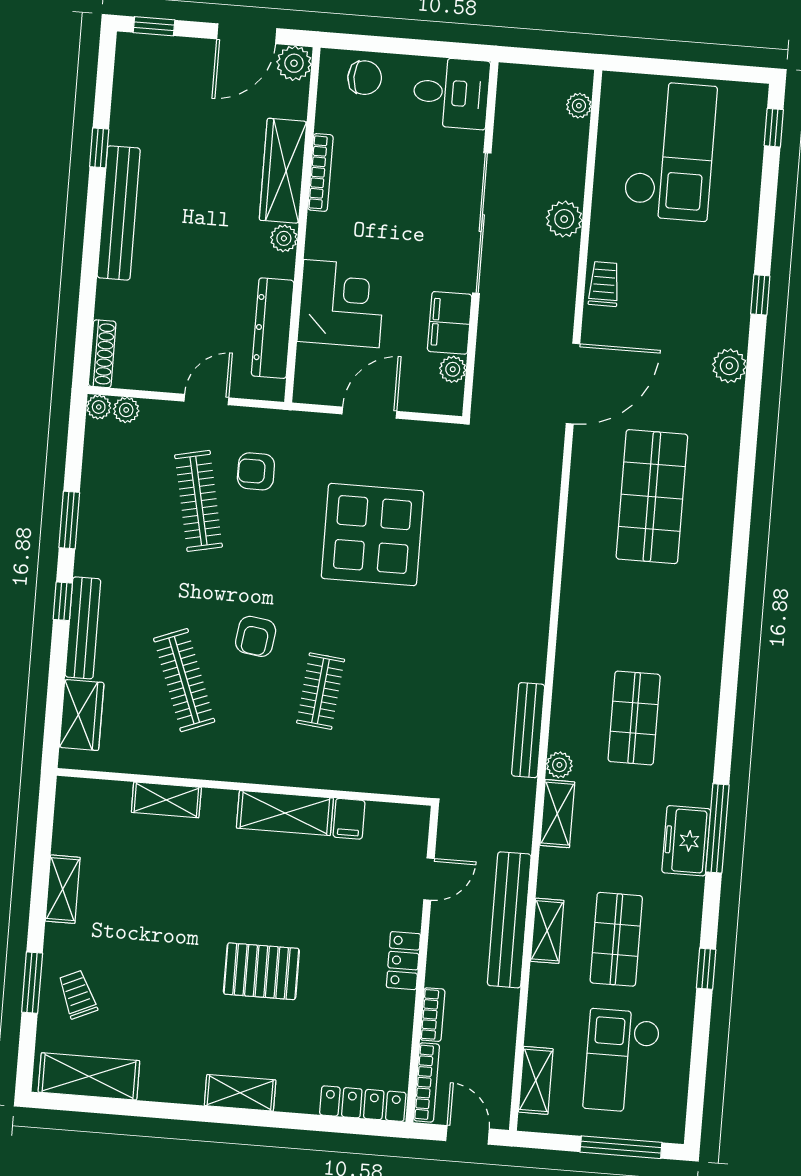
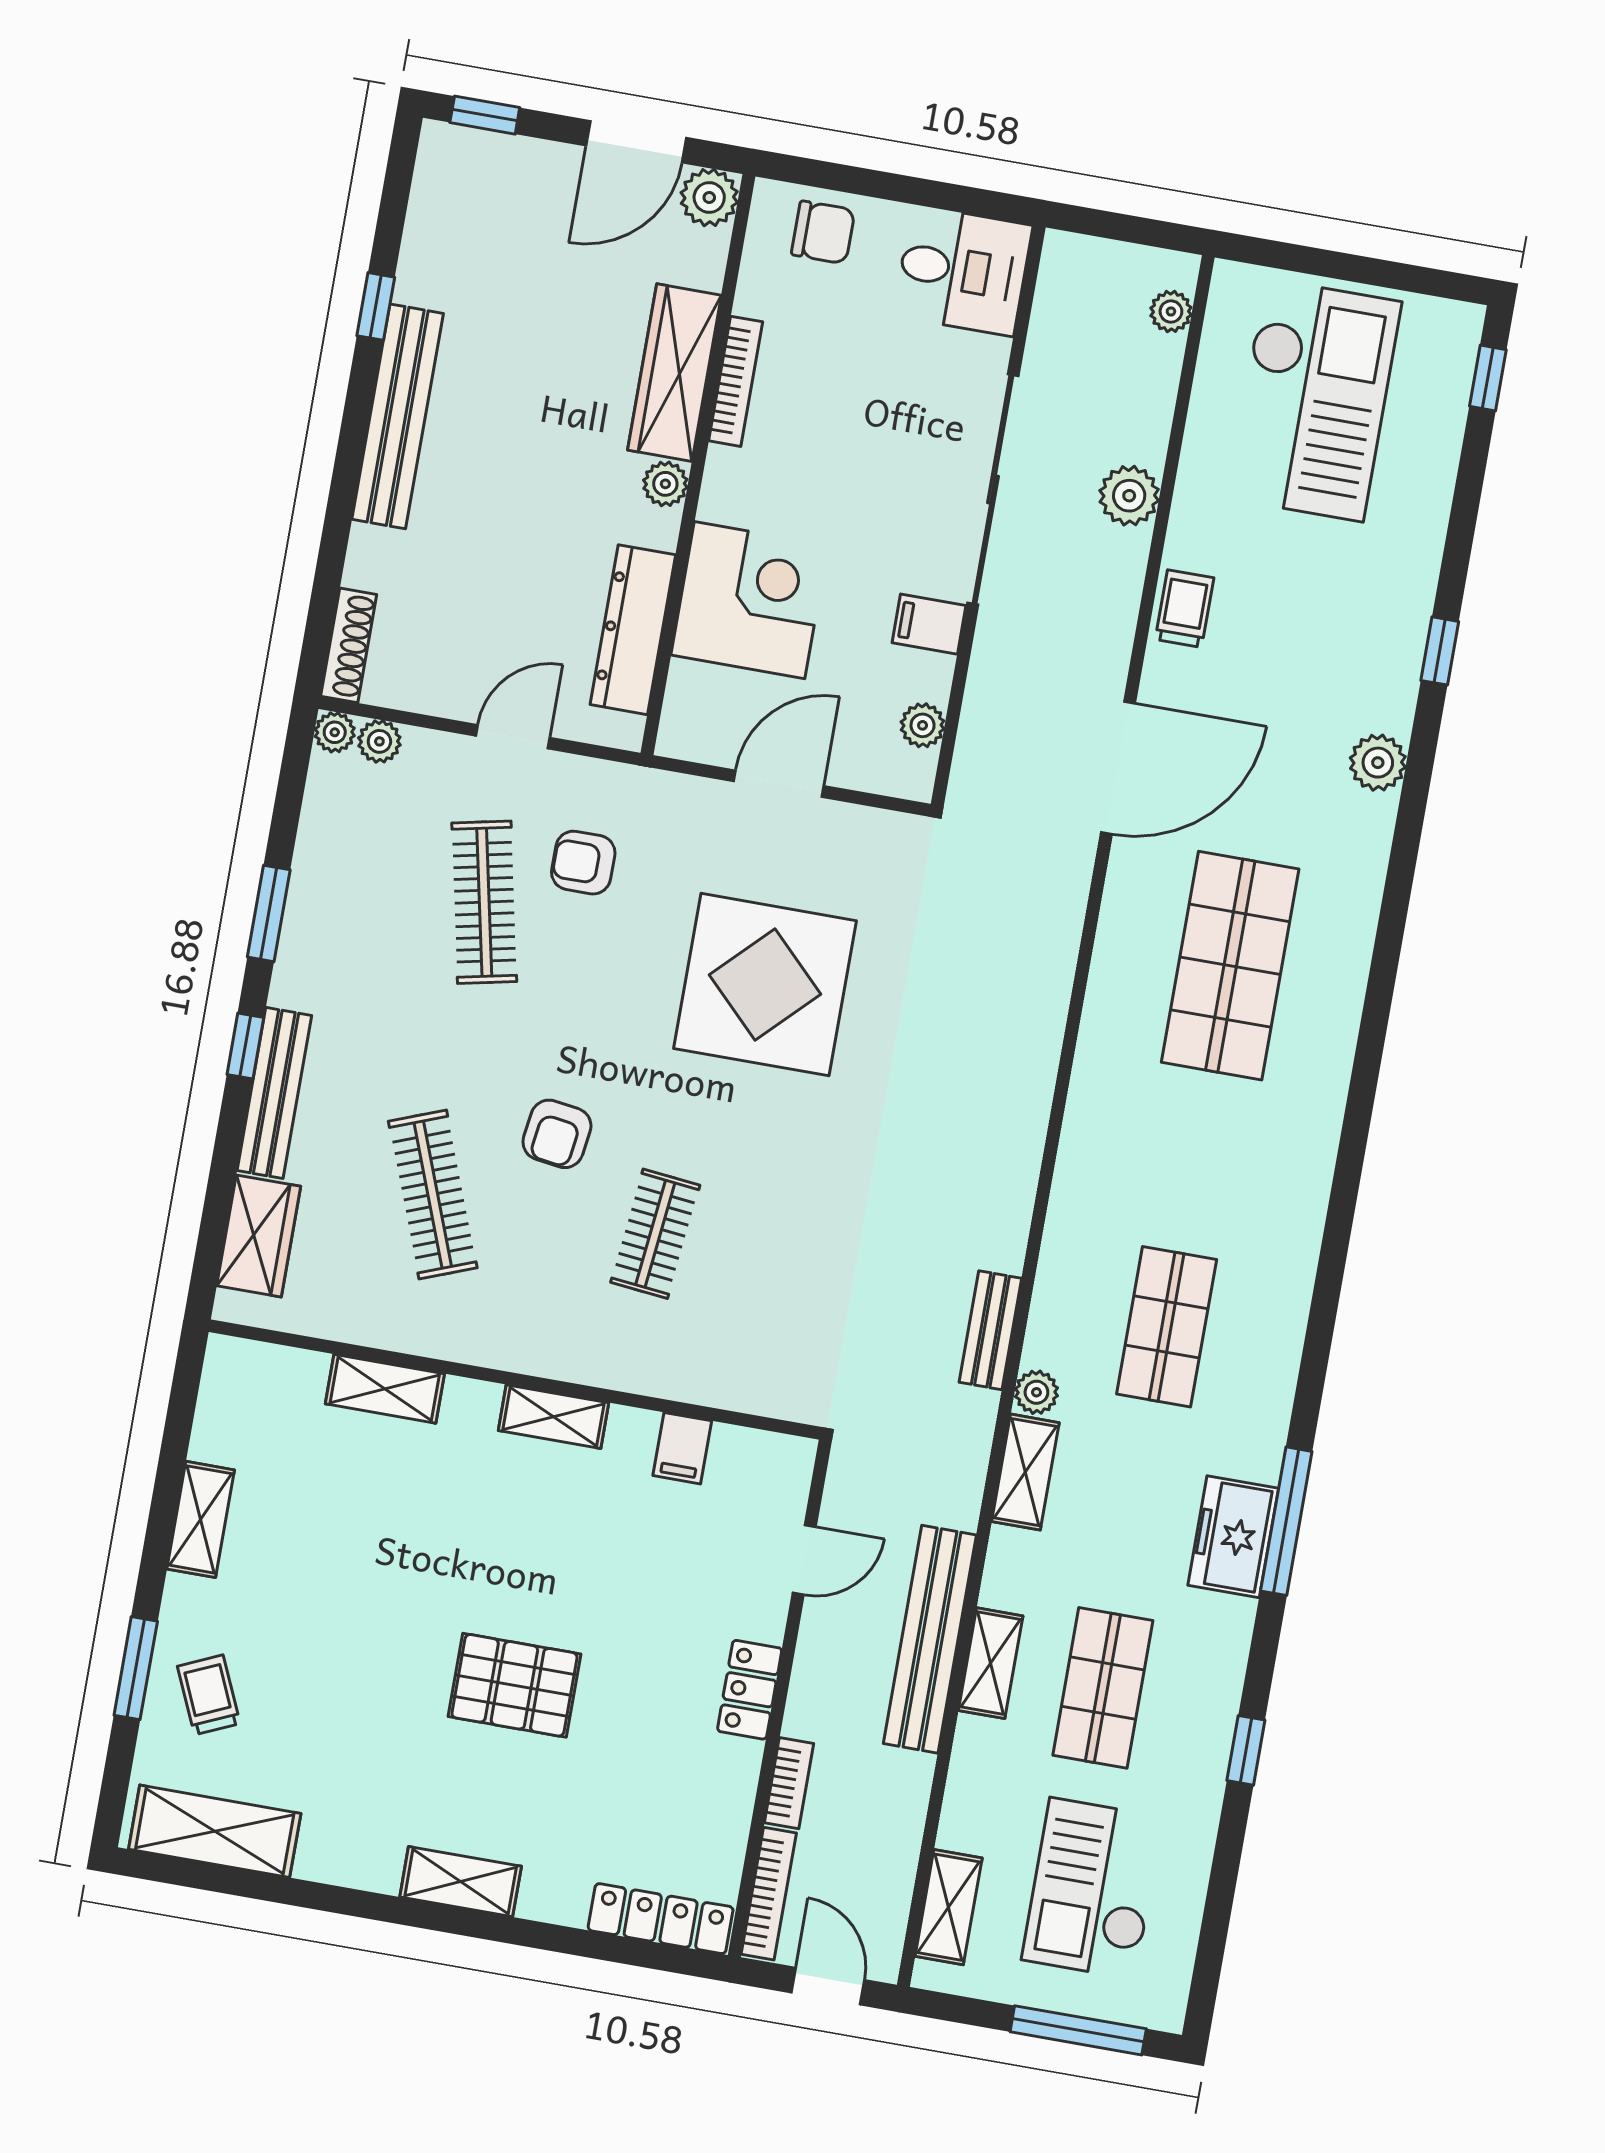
filing cabinet: (450, 323) -> (929, 624), width x0.50
bench: (528, 730) -> (990, 1330), width x0.73
shelving: (285, 813) -> (553, 1417), width x0.67, depth x0.75

